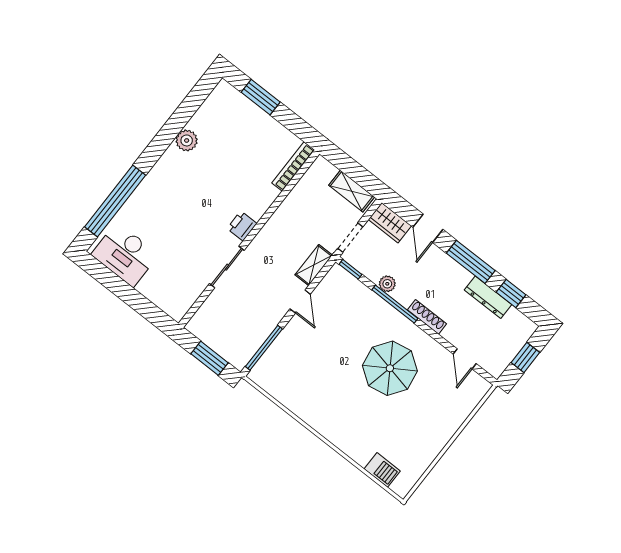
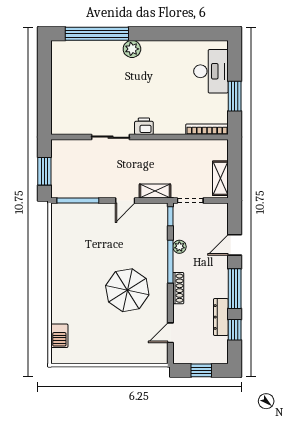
window: (261, 97) -> (235, 96), moved
plant: (187, 140) -> (132, 49), moved
wardrobe: (390, 223) -> (219, 218), removed
desk: (125, 255) -> (211, 71), moved, turned 180

